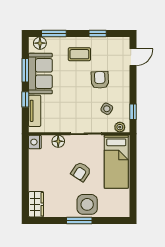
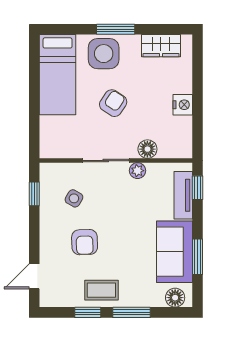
window: (54, 33) -> (132, 312), moved
coffee table: (79, 54) -> (101, 290), moved
window: (25, 99) -> (197, 188), moved
plant: (120, 127) -> (137, 171), moved
nightstand: (35, 142) -> (183, 105), moved
bed: (116, 162) -> (58, 75), moved, turned 180
wardrobe: (36, 204) -> (161, 46), moved, turned -90

